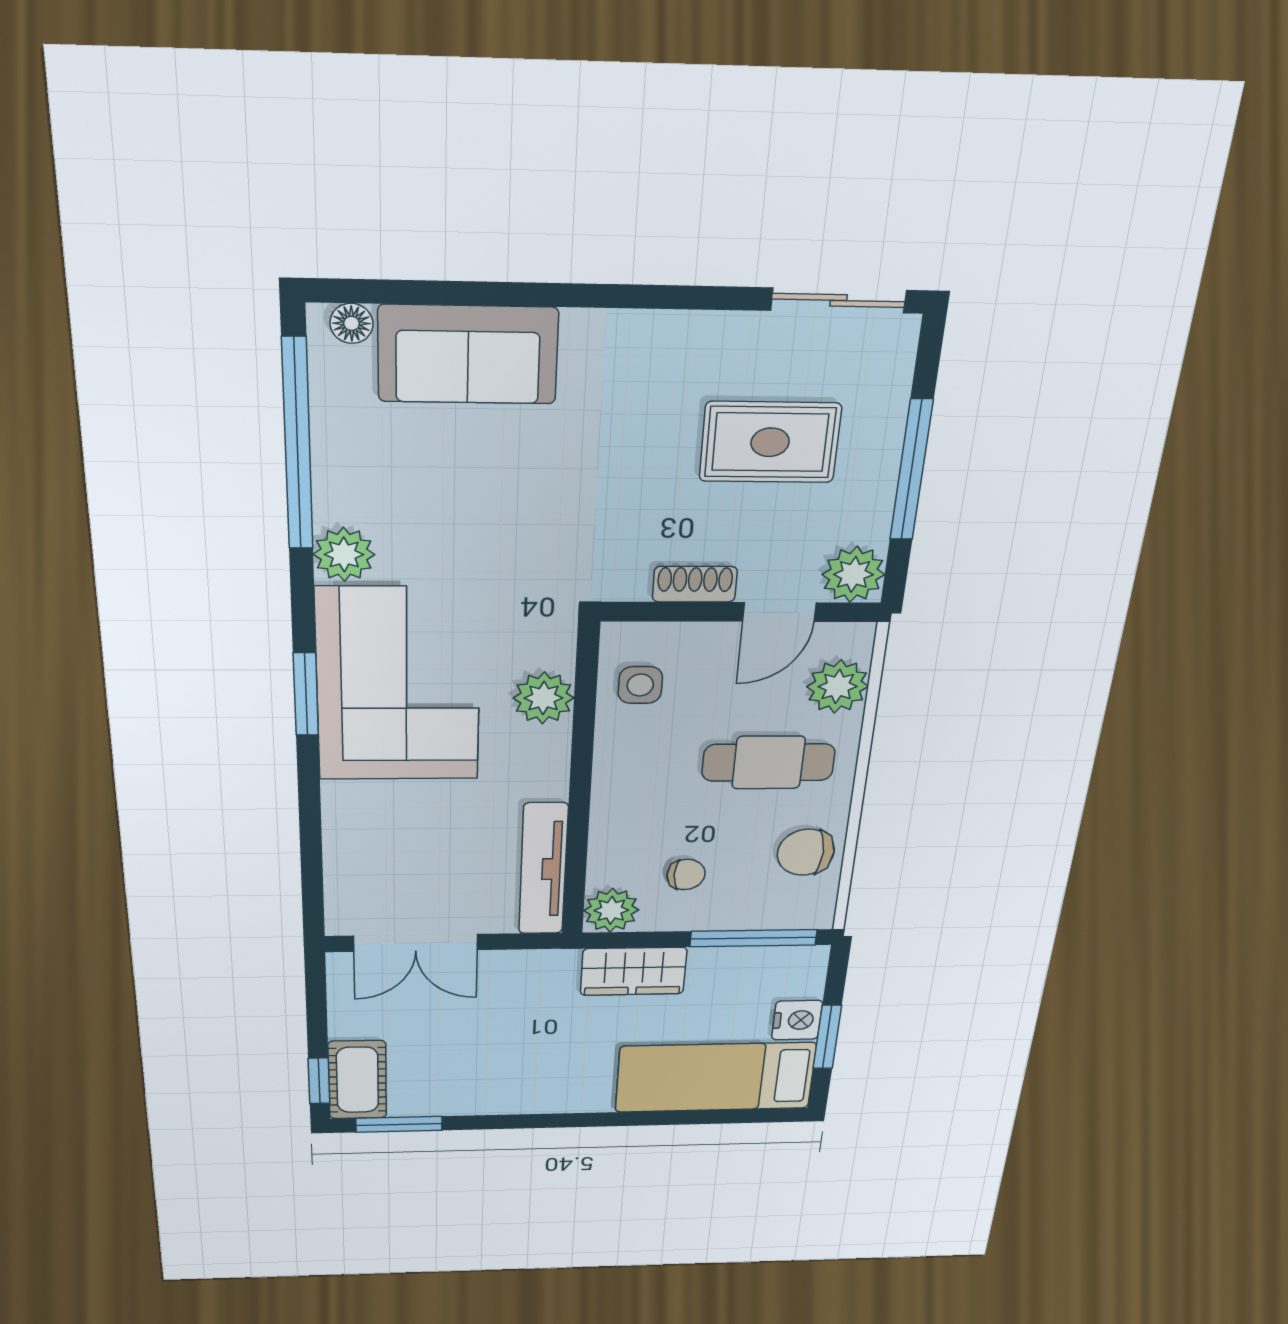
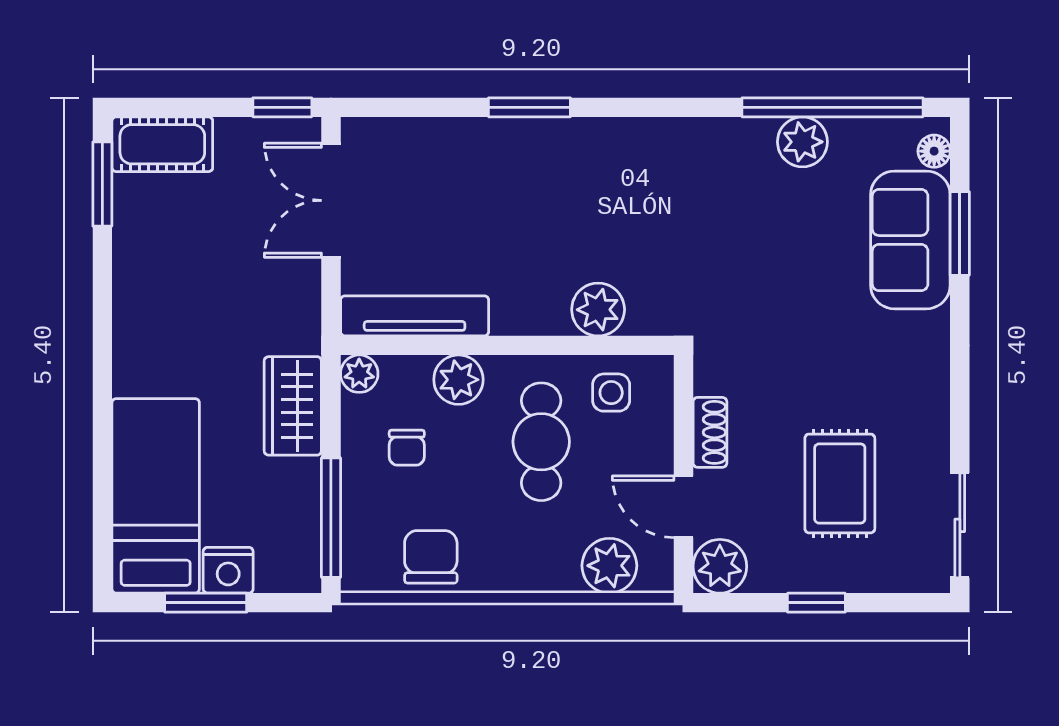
window: (460, 293) -> (960, 233), added
window: (911, 470) -> (816, 603), width x0.46
plant: (344, 554) -> (802, 142), moved
corner sofa: (398, 685) -> (611, 185), removed
window: (306, 694) -> (529, 107), moved
cafe table: (769, 762) -> (541, 442), moved
plant: (616, 829) -> (458, 380), added
plant: (611, 910) -> (359, 374), width x0.73, depth x0.73
window: (319, 1081) -> (282, 107), moved

